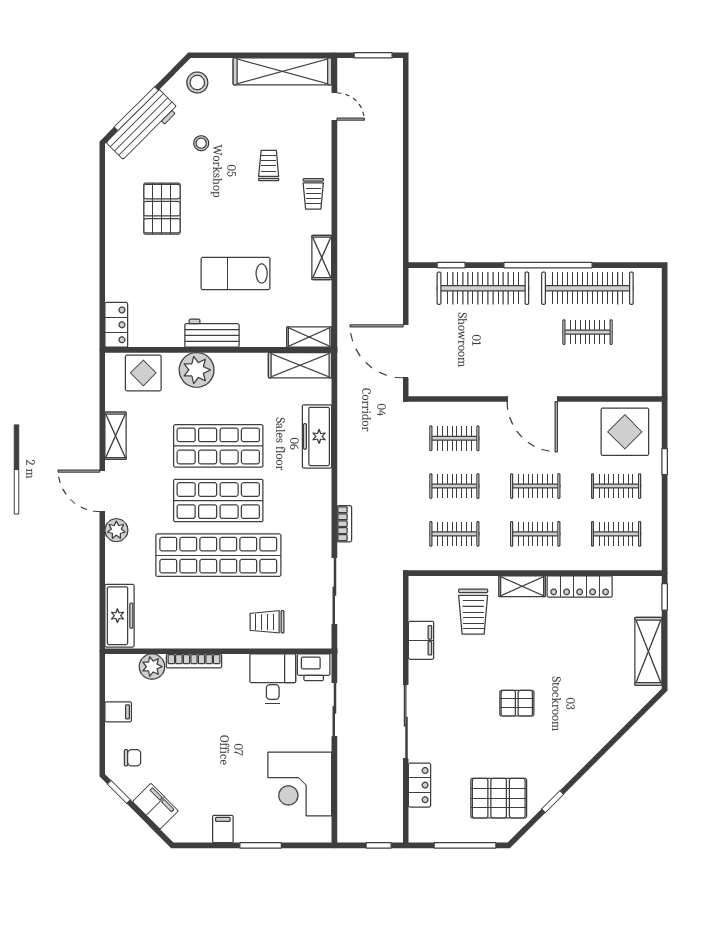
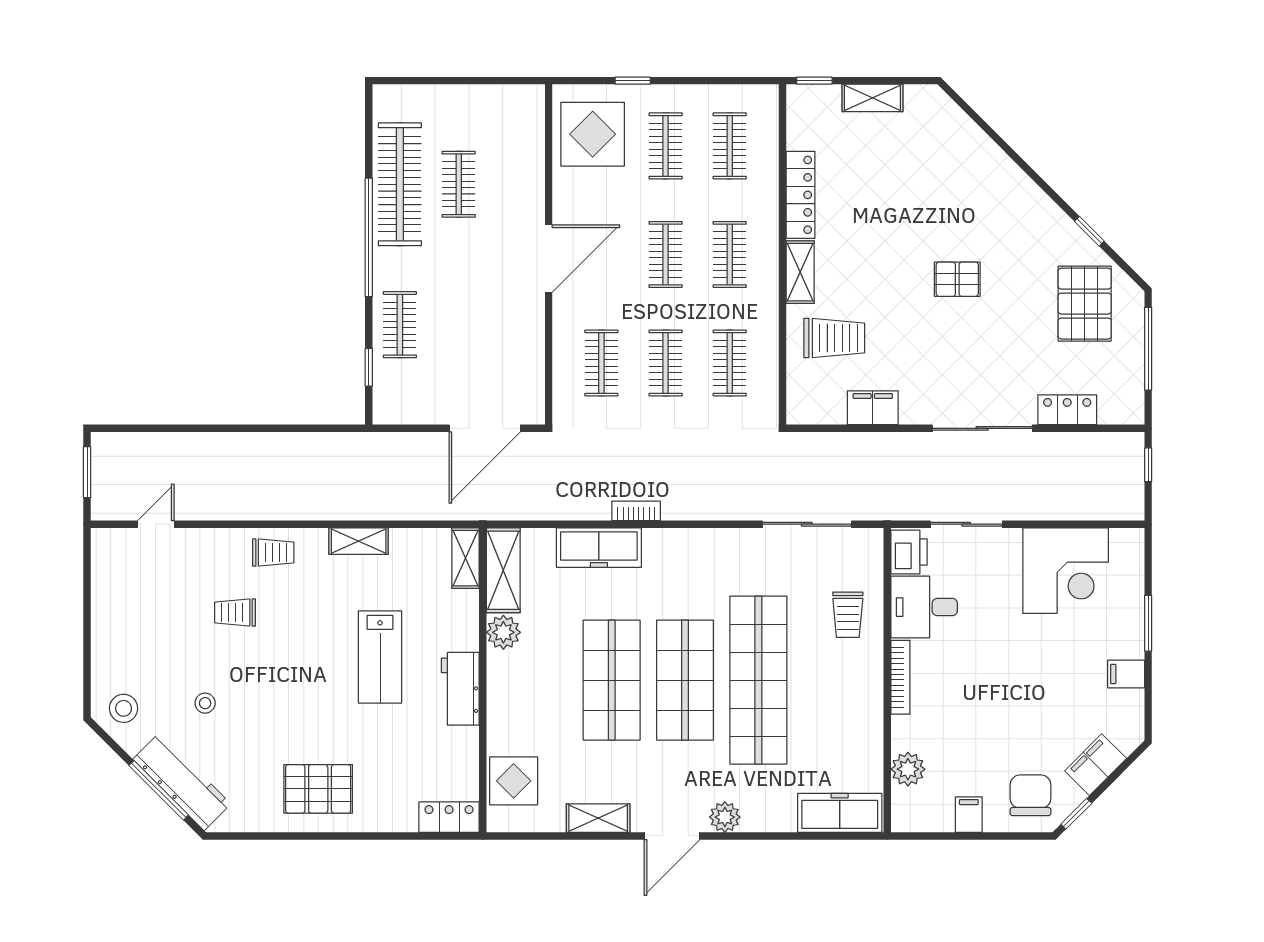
shelving: (282, 71) -> (109, 594), removed
pallet: (162, 209) -> (318, 789), moved
clothes rail: (483, 288) -> (400, 325), width x0.54, depth x0.76
plant: (197, 370) -> (503, 632), moved, width x0.73, depth x0.73
bookcase: (344, 524) -> (636, 511), moved
shelving: (648, 651) -> (872, 98), width x0.67, depth x0.75
bookcase: (194, 661) -> (900, 677), moved
pallet: (517, 703) -> (957, 279), turned 90
chair: (133, 758) -> (1030, 795), width x1.87, depth x1.87

